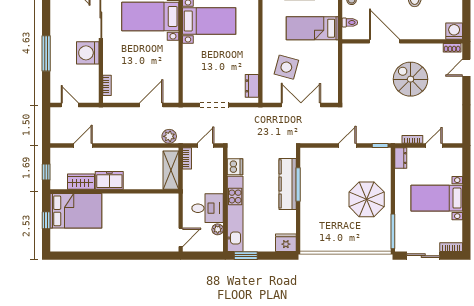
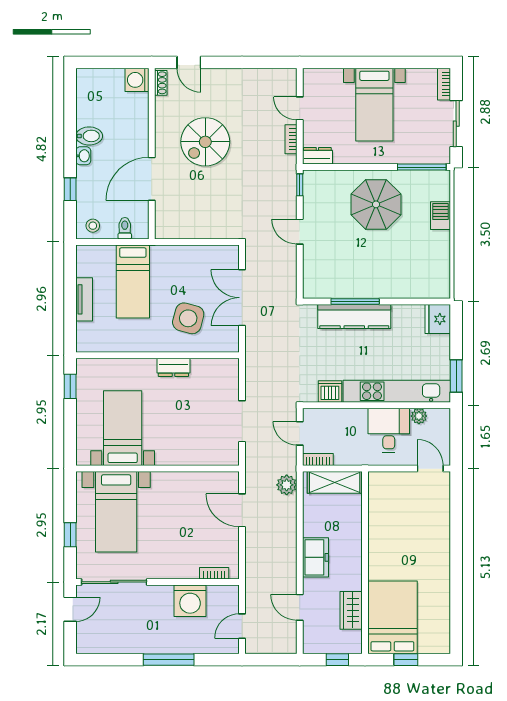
washing machine: (88, 53) -> (190, 601), moved
dresser: (252, 86) -> (173, 367), moved
freezer: (109, 180) -> (315, 557), moved, turned 180
barbecue: (359, 245) -> (440, 216), added

